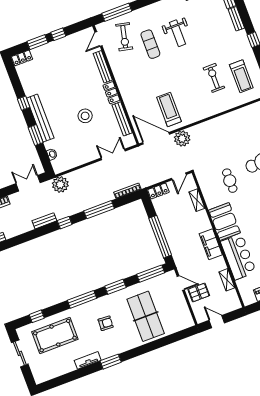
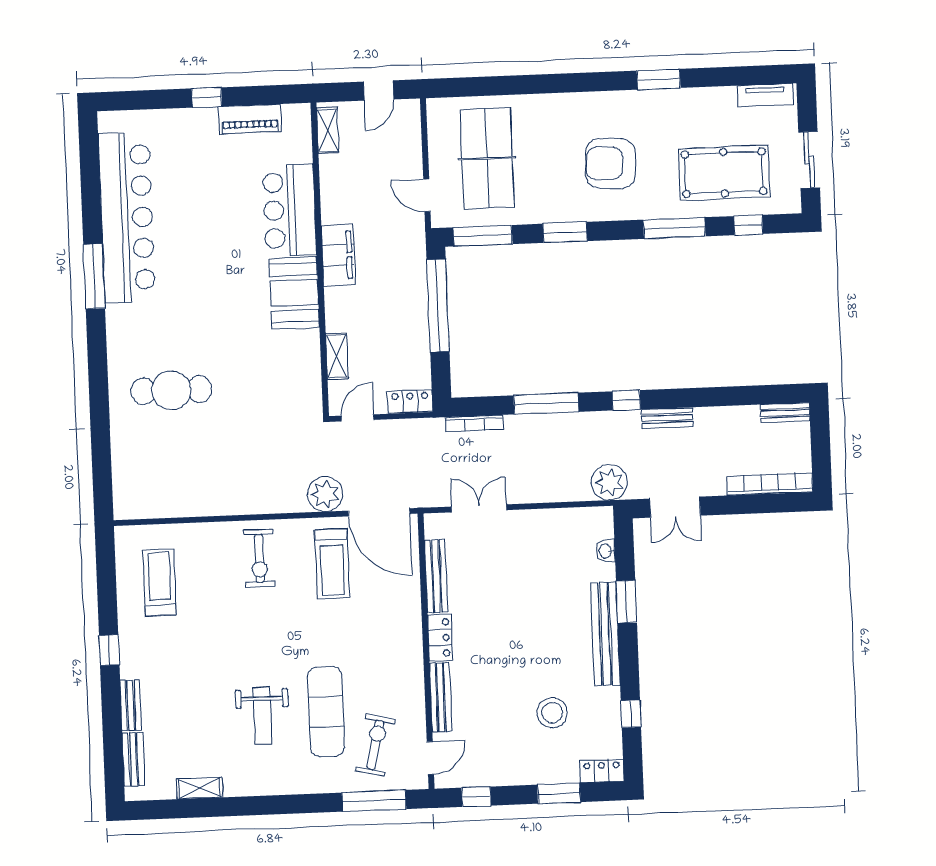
weight bench: (177, 33) -> (262, 716), turned 180
window: (58, 34) -> (476, 797), moved
exercise mat: (150, 44) -> (326, 712), width x1.36, depth x1.45
exercise bike: (214, 78) -> (259, 558), moved
window: (24, 103) -> (631, 714), moved
stool: (85, 116) -> (552, 713), moved
double door: (113, 154) -> (479, 508), swing flipped
cafe table: (230, 181) -> (255, 374), removed
shelving: (227, 280) -> (328, 130), moved
pallet: (199, 292) -> (396, 163), removed
window: (82, 299) -> (674, 228), moved
table tennis table: (146, 316) -> (487, 158), moved
door: (217, 322) -> (379, 91), hinge flipped
armchair: (106, 323) -> (610, 163), width x1.88, depth x1.88
tv unit: (88, 360) -> (765, 95), moved
window: (111, 362) -> (659, 79), moved

